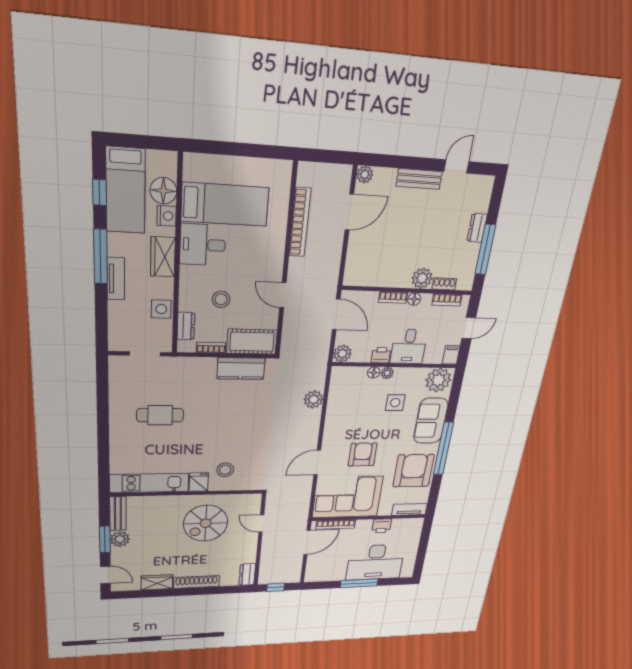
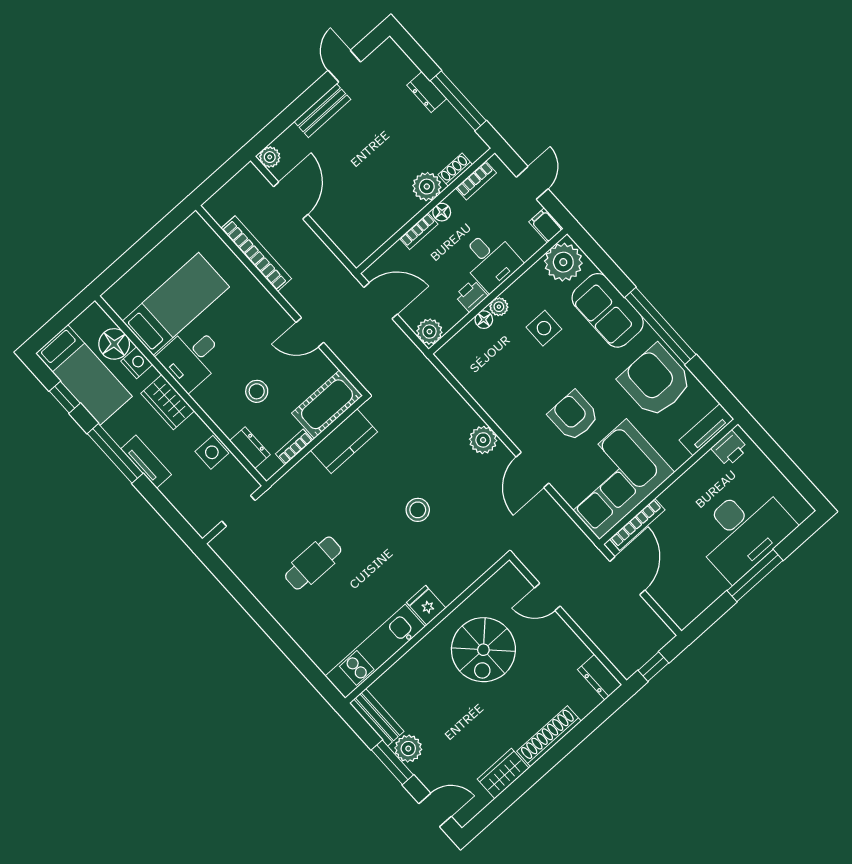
plant: (314, 399) -> (483, 440), moved
stool: (225, 470) -> (418, 510), moved
printer: (382, 526) -> (729, 448), moved

